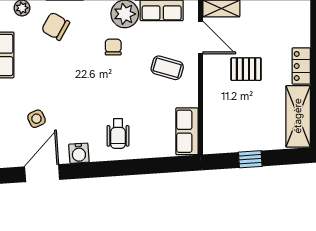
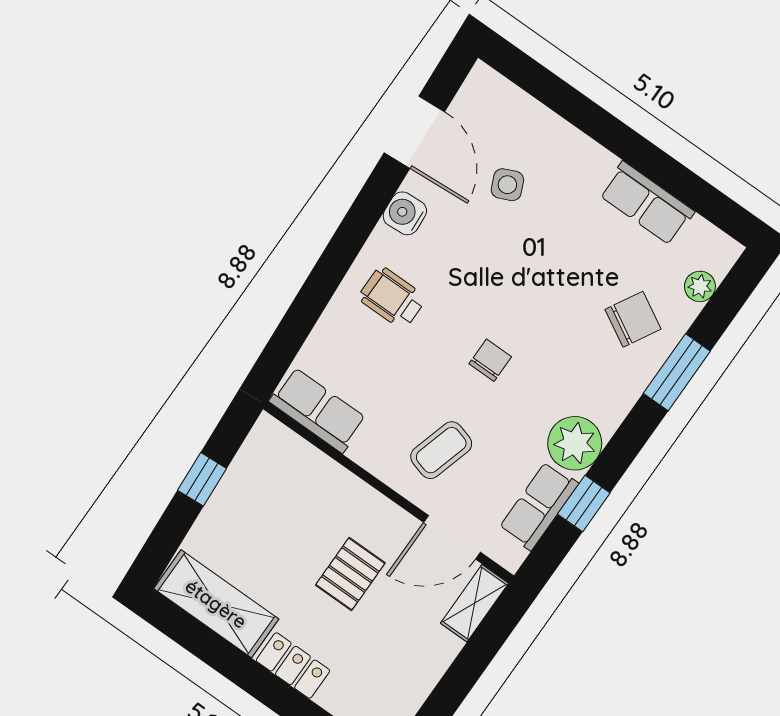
chair: (113, 47) -> (490, 360), moved, turned -90

